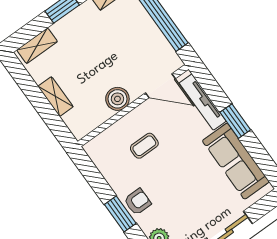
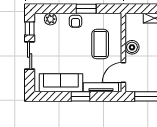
coffee table: (144, 146) -> (100, 44), width x1.86, depth x1.72
window: (120, 214) -> (86, 9), moved

